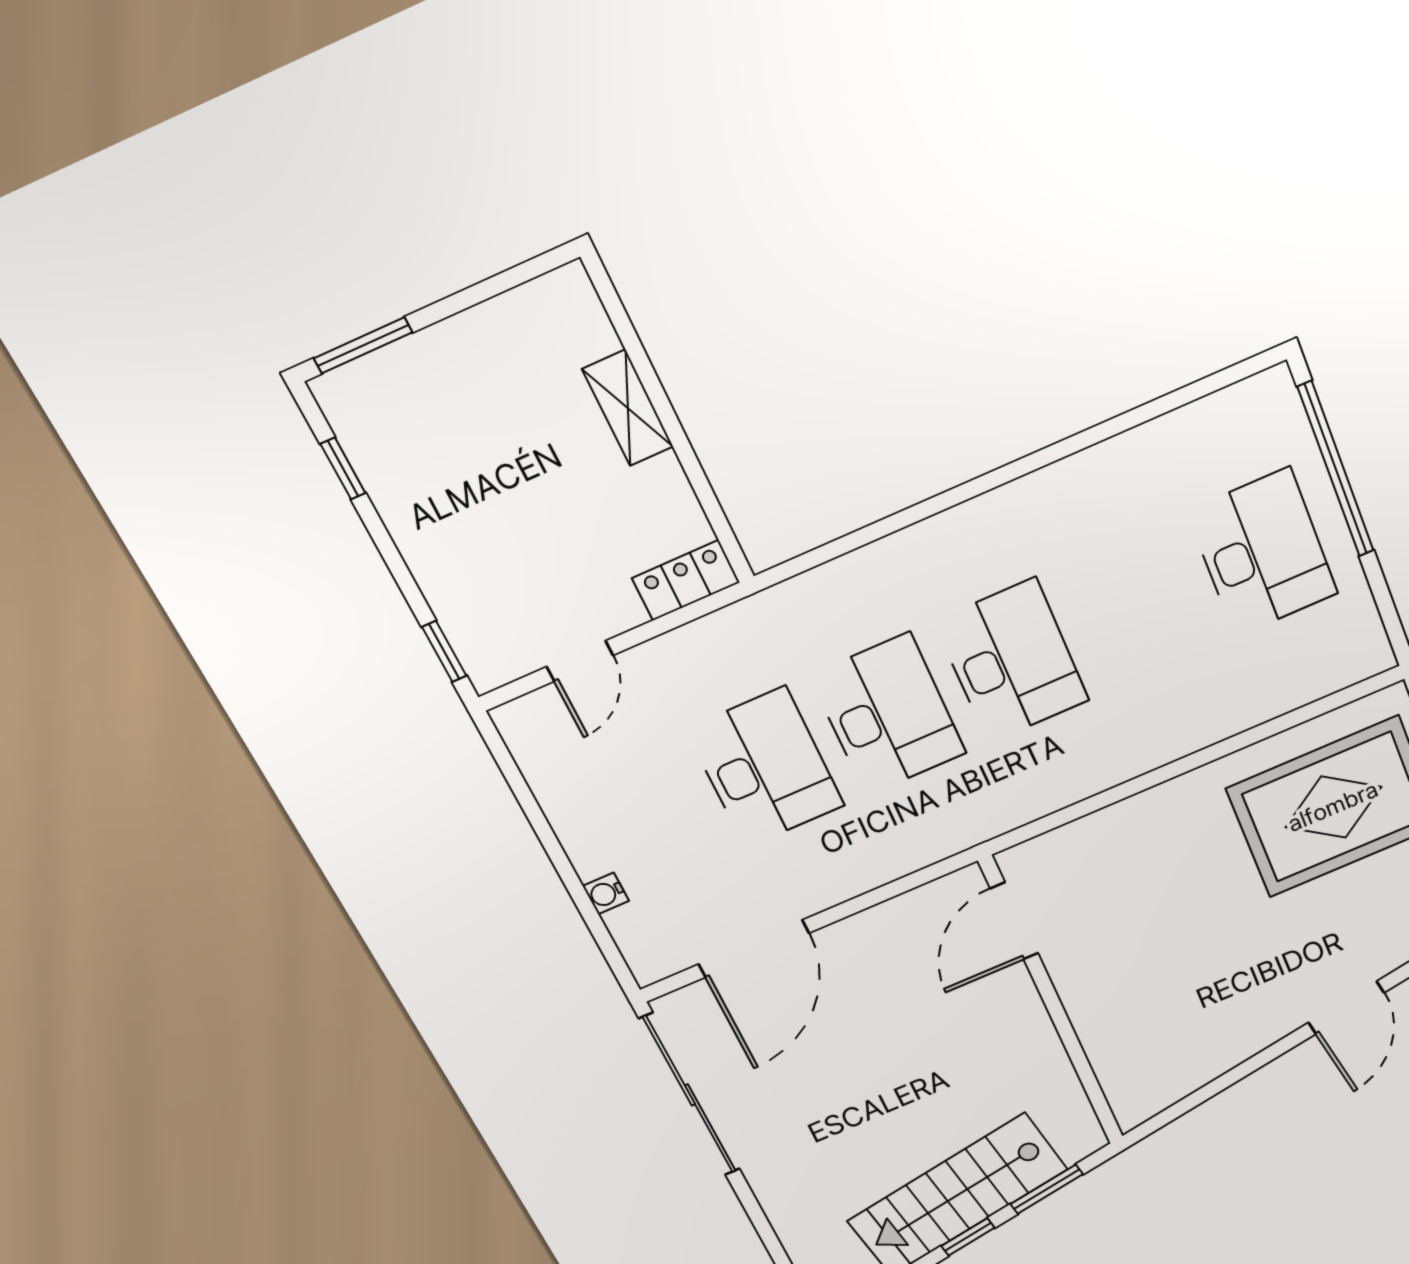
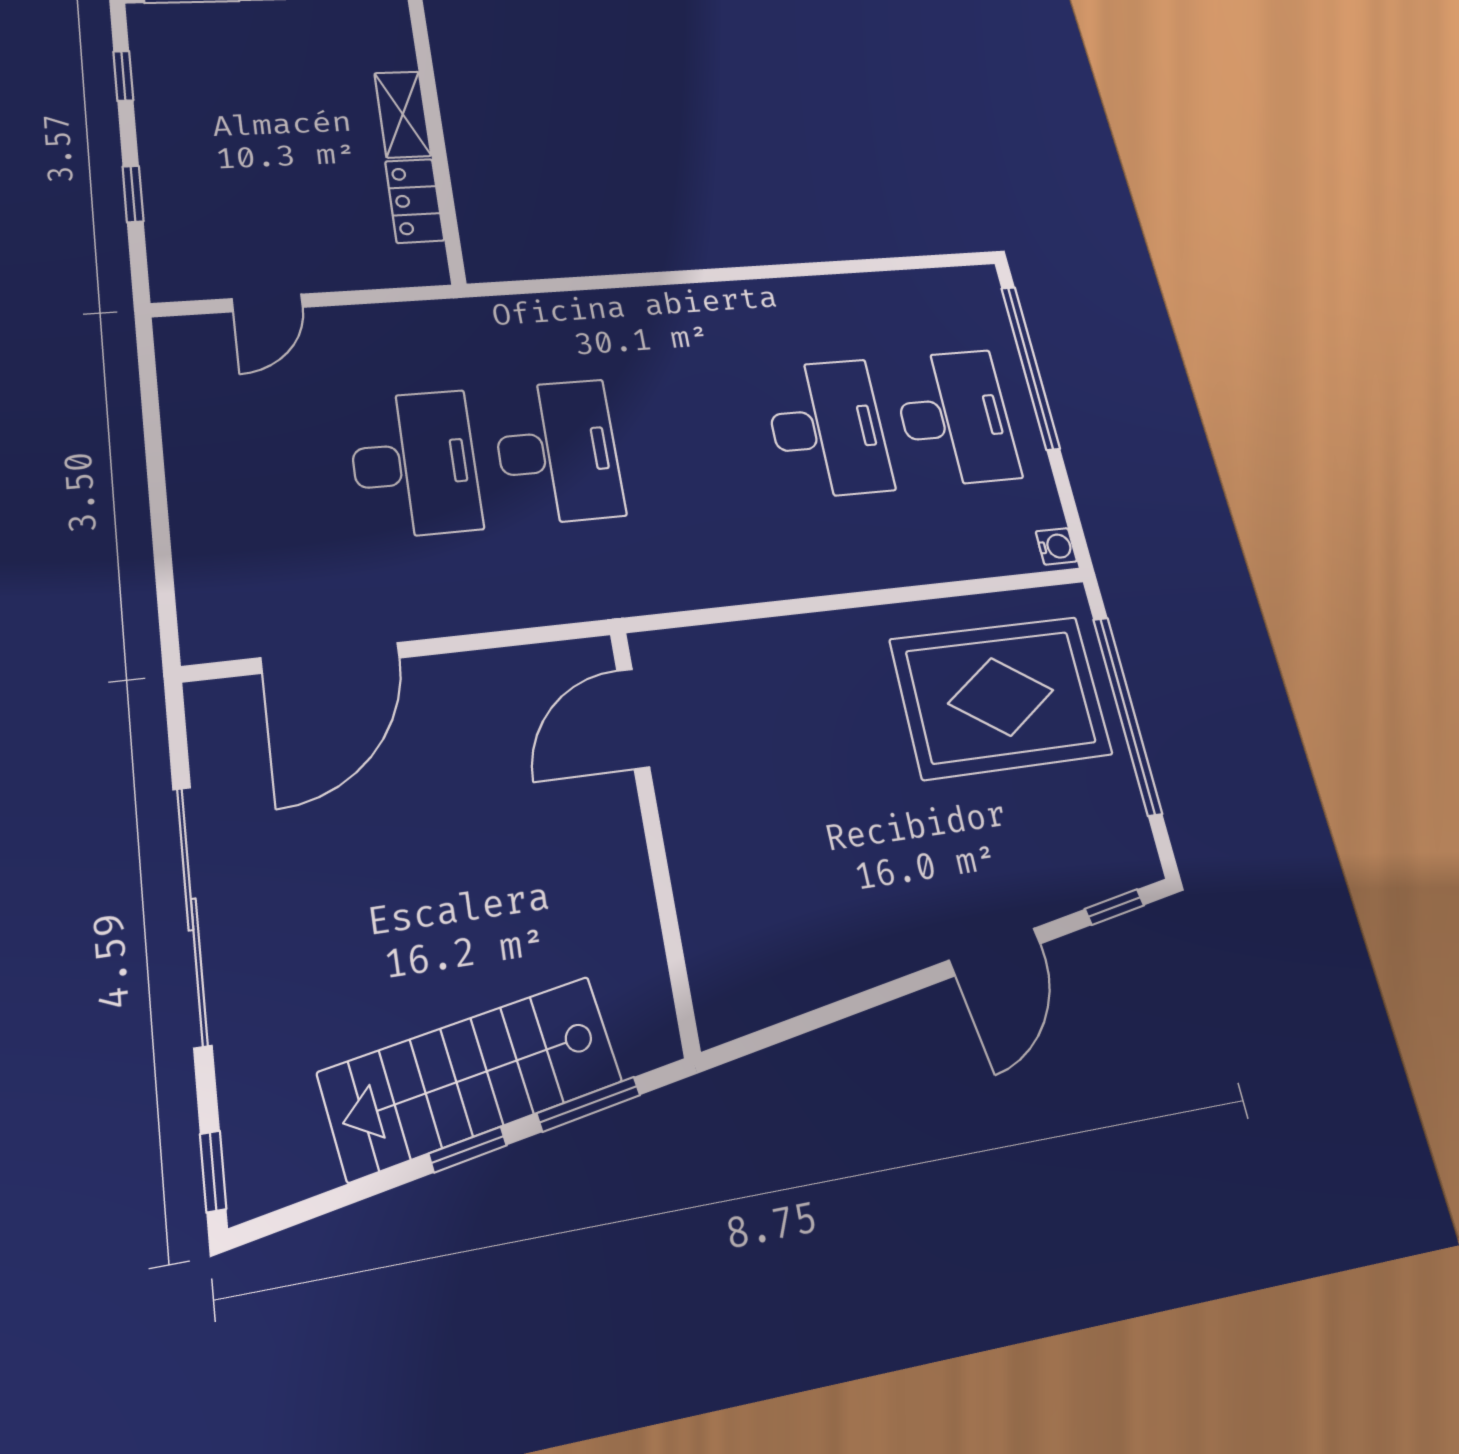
locker: (686, 580) -> (415, 201), moved, turned -90
window: (444, 651) -> (133, 194), moved
desk: (1012, 661) -> (827, 429), moved
water cooler: (606, 893) -> (1056, 546), moved, turned 180
sliding door: (690, 1095) -> (192, 914), moved

